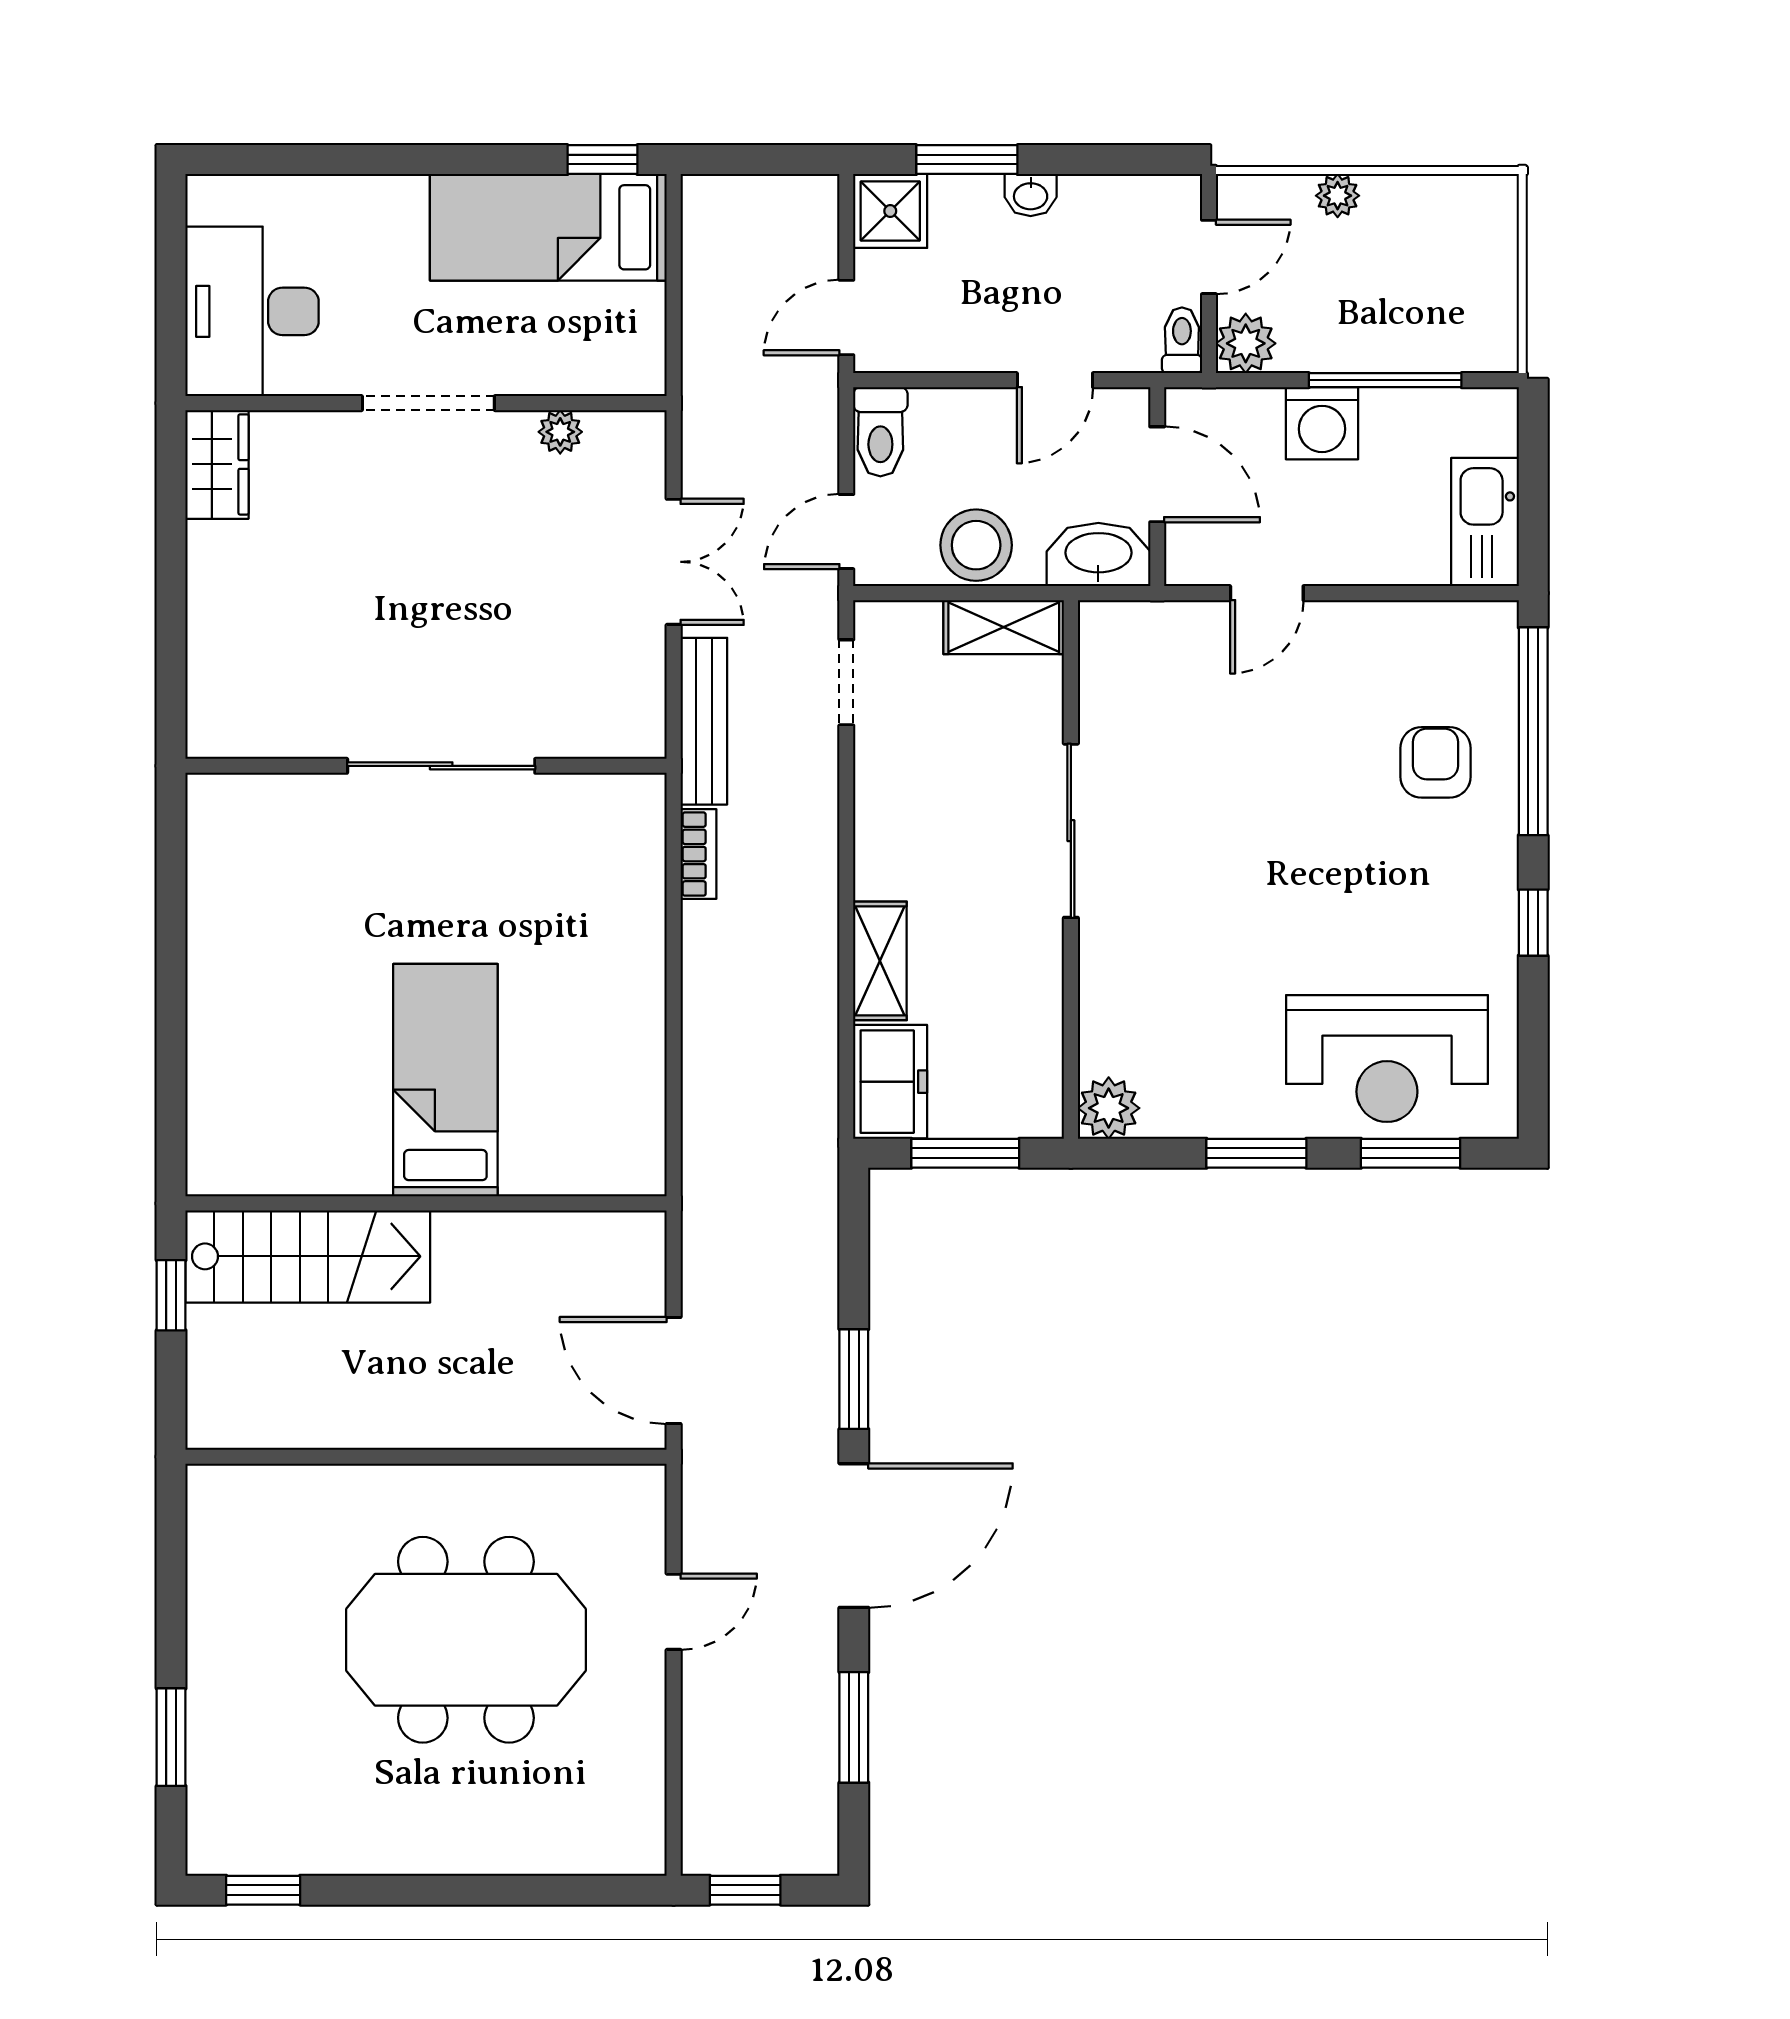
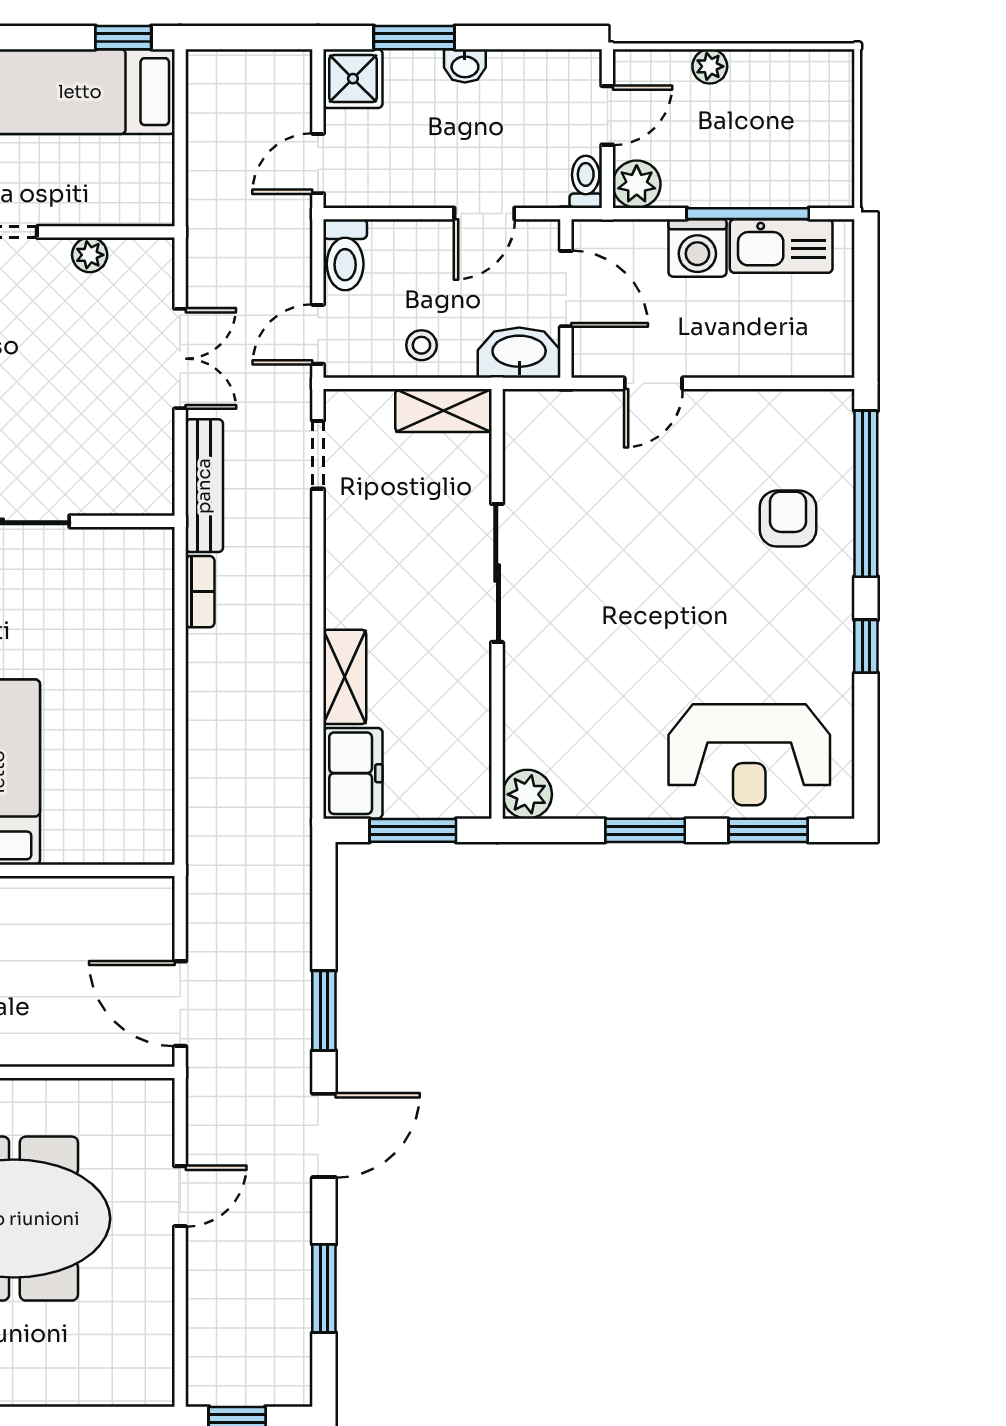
kitchen sink: (1485, 522) -> (781, 246), moved, turned -90
stool: (976, 545) -> (421, 345), width x0.53, depth x0.53
door: (854, 1536) -> (324, 1135), width x0.73

